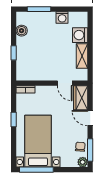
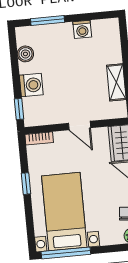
washing machine: (80, 35) -> (31, 85), moved, turned 180
window: (14, 53) -> (19, 109), moved
door: (65, 83) -> (80, 126), moved

